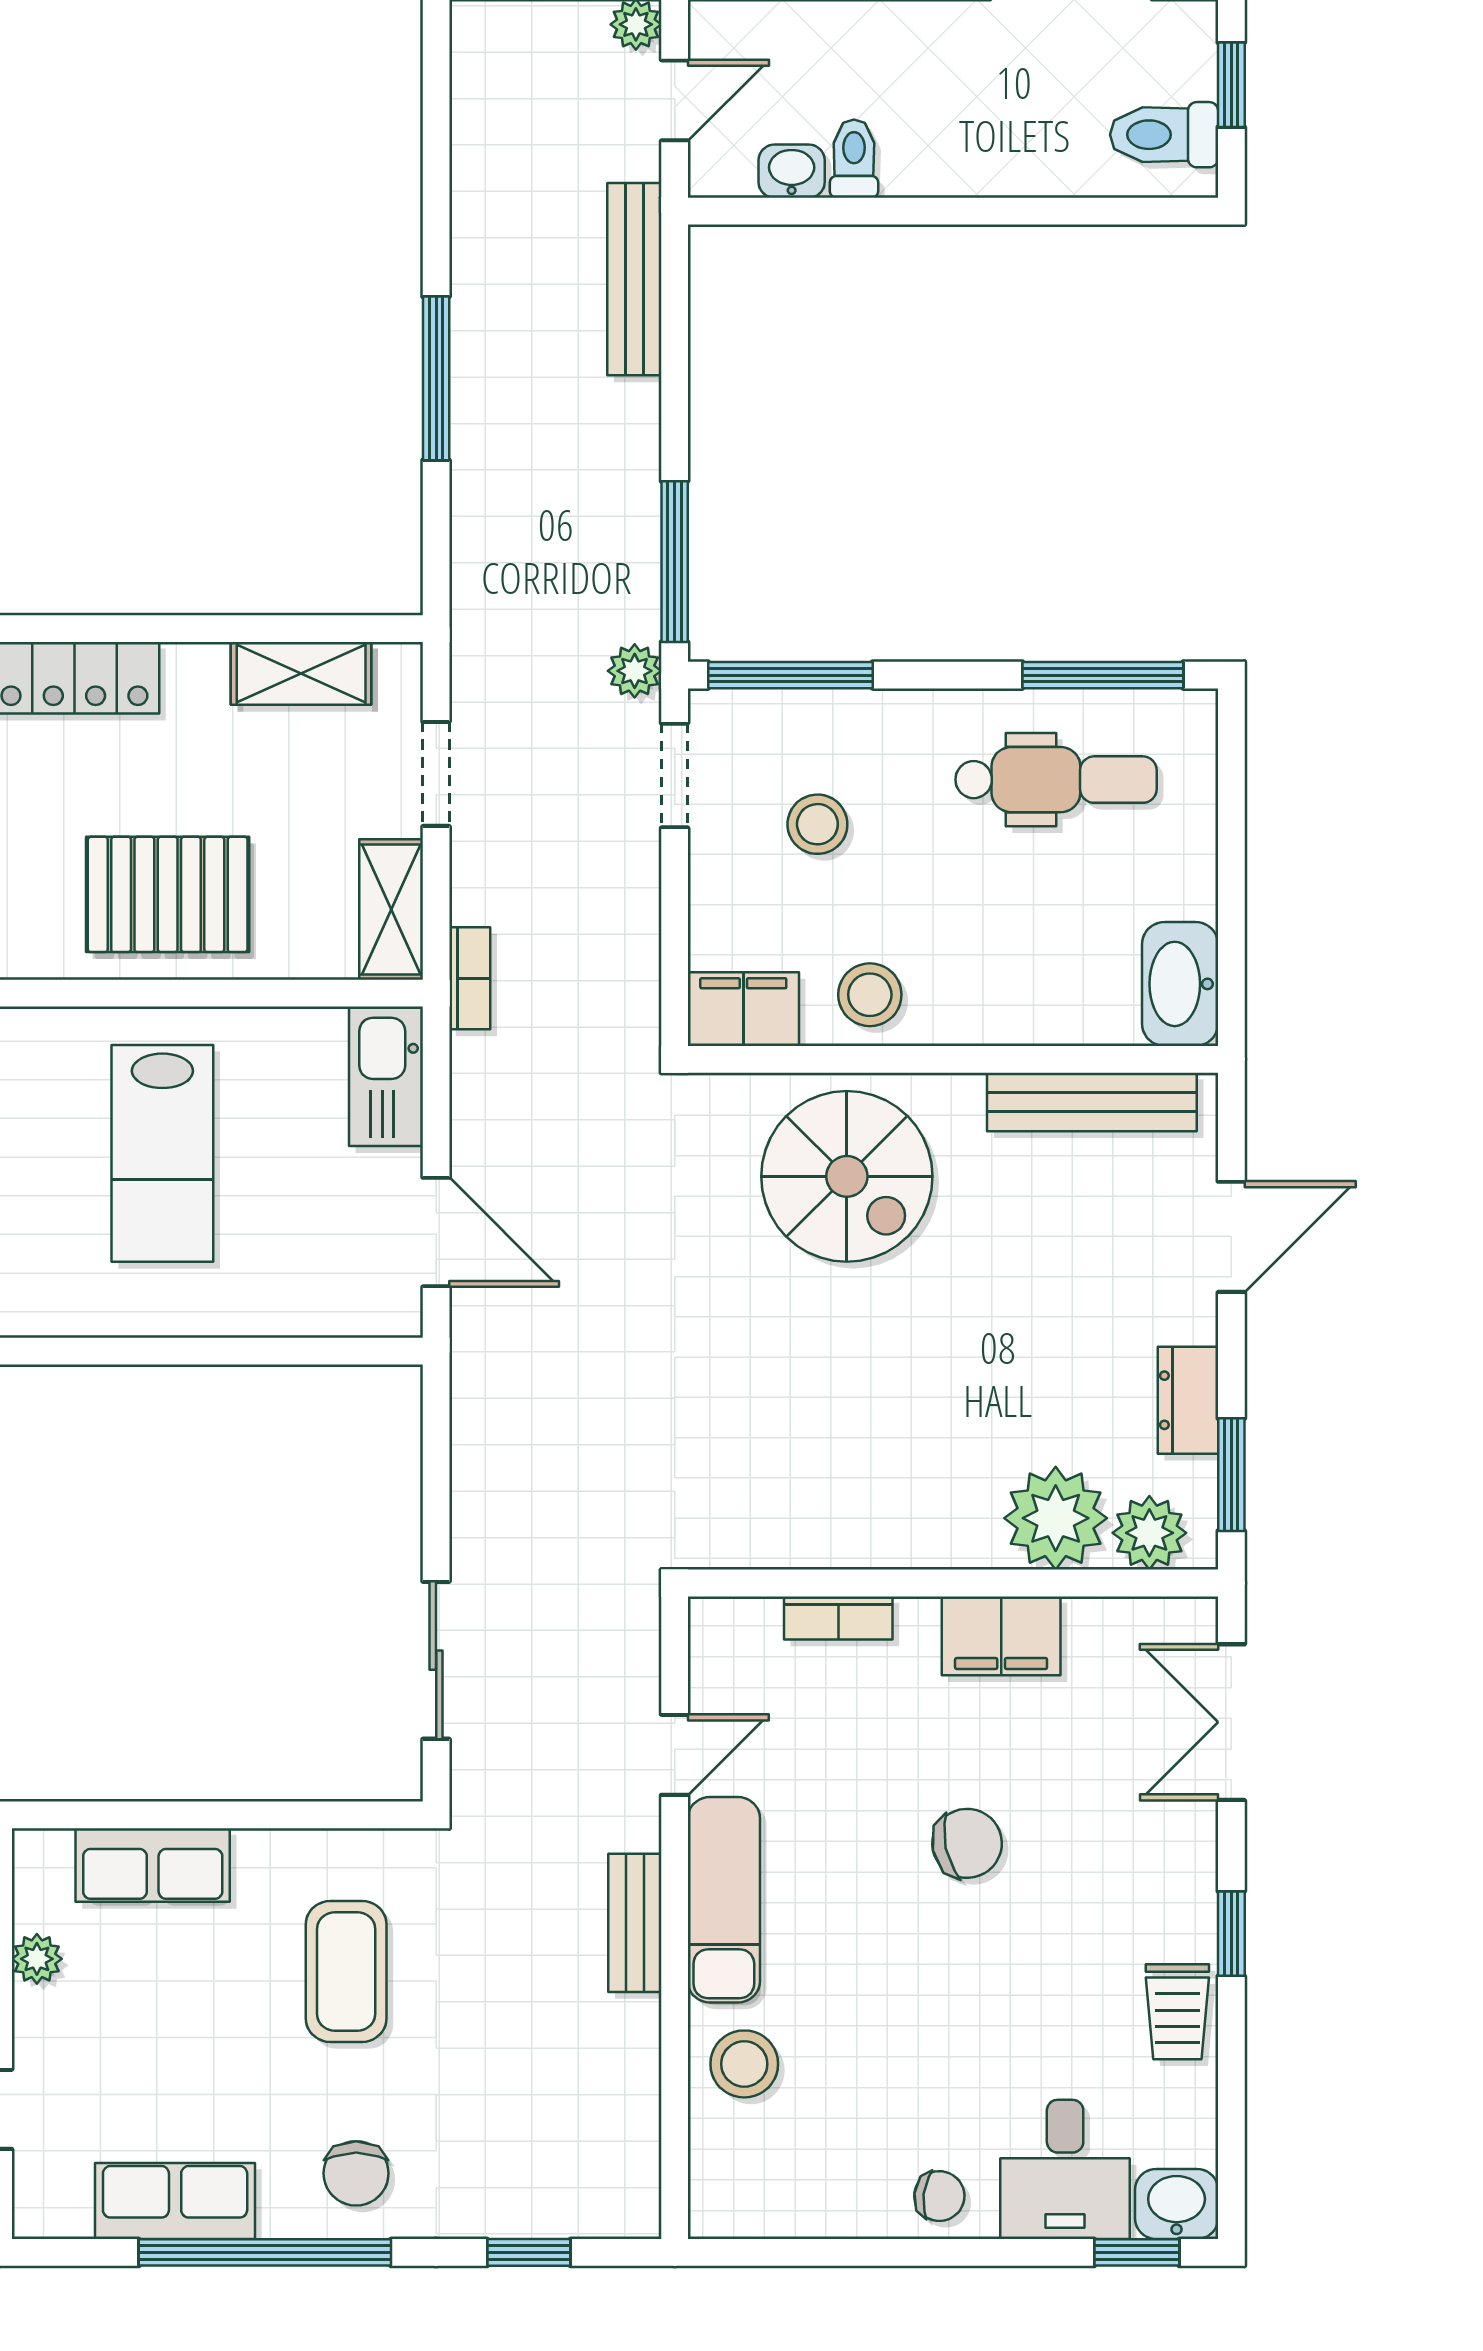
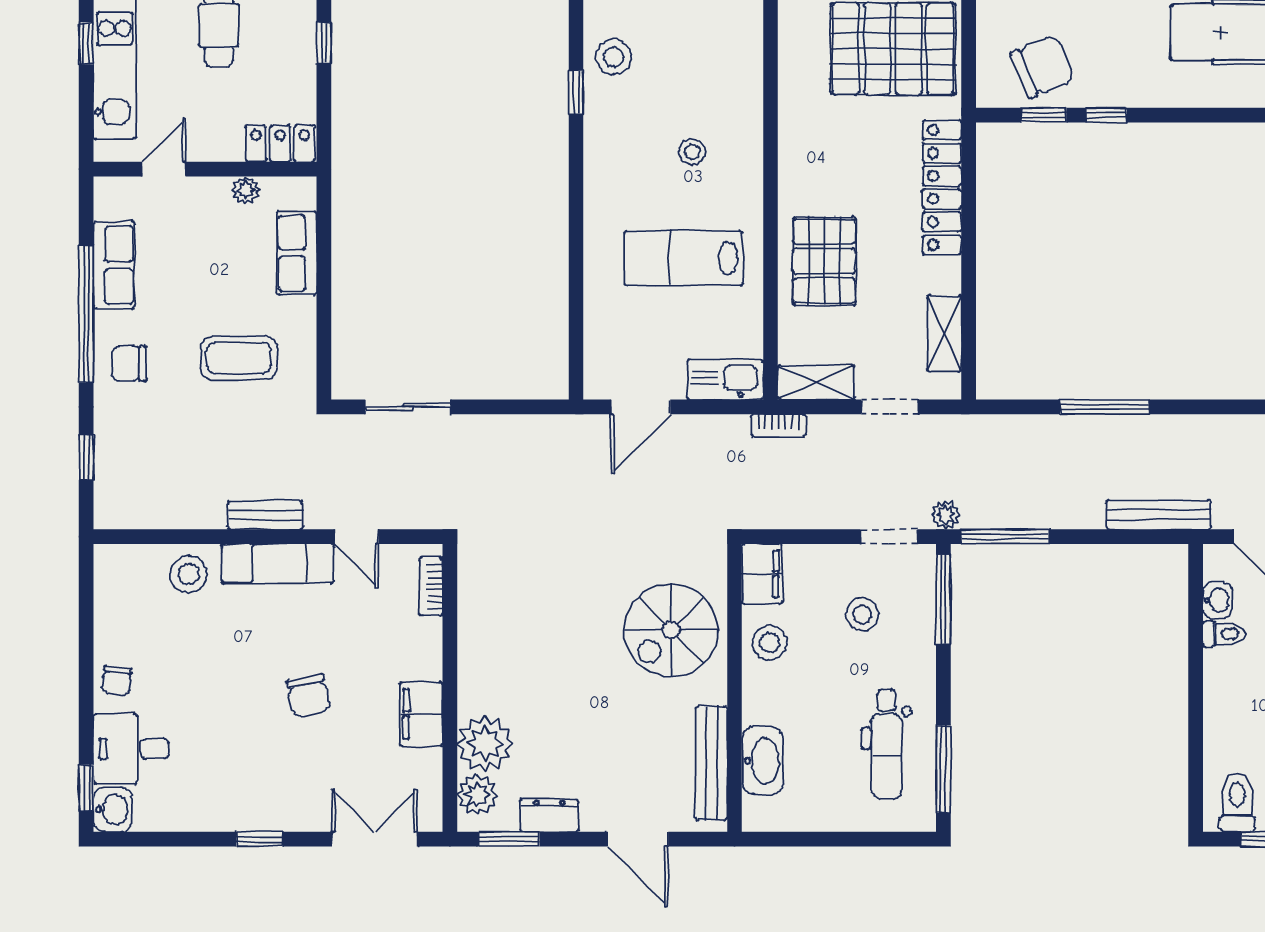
washbasin: (1180, 984) -> (762, 761), moved, turned 90
bookcase: (838, 1618) -> (431, 586), moved
trolley: (1177, 2012) -> (217, 810), removed

